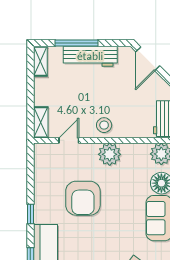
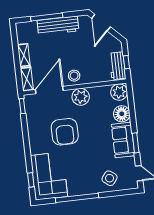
shelving: (40, 61) -> (24, 55), moved
door: (69, 140) -> (49, 90), width x1.88
window: (30, 214) -> (22, 106), moved

